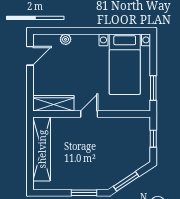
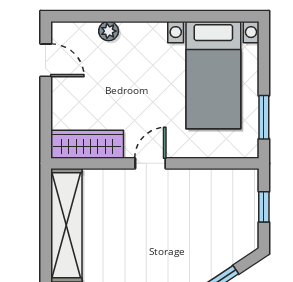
door: (30, 56) -> (46, 60), hinge flipped

